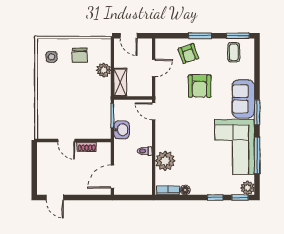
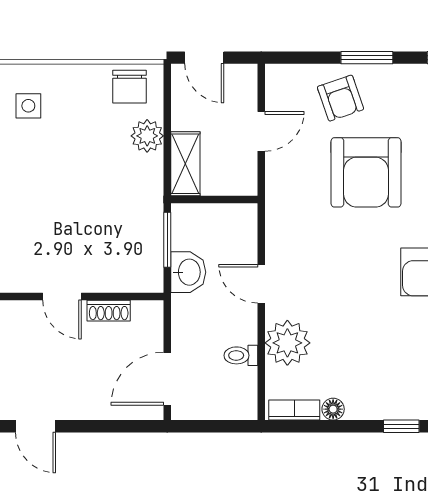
chair: (80, 55) -> (130, 87), moved
armchair: (200, 86) -> (366, 172), width x1.36, depth x1.36
door: (154, 111) -> (261, 284), moved
toilet: (145, 151) -> (241, 355), moved

